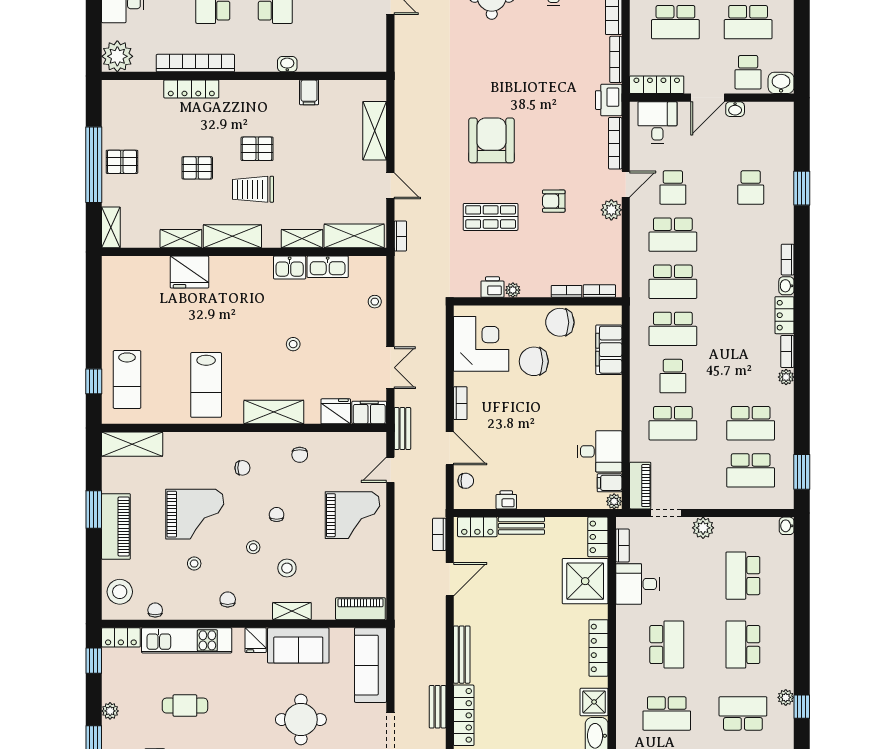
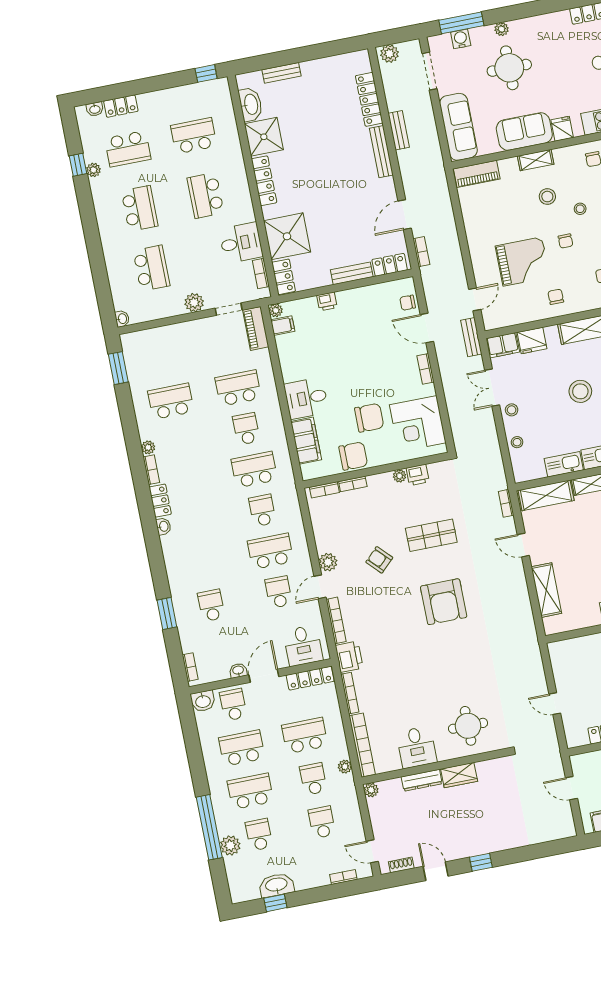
armchair: (554, 201) -> (379, 560), turned -134
bookcase: (788, 260) -> (190, 667), moved
school desk: (673, 282) -> (262, 510), width x0.54
stool: (374, 339) -> (512, 410), added
stool: (293, 344) -> (580, 391), width x1.89, depth x1.89
desk: (599, 451) -> (306, 398), moved
school desk: (751, 470) -> (163, 361), removed
printer: (506, 500) -> (327, 301), moved
grand piano: (353, 515) -> (523, 261), moved, turned 180
shower: (594, 702) -> (264, 137), width x1.36, depth x1.36
bench: (438, 707) -> (399, 130), moved

